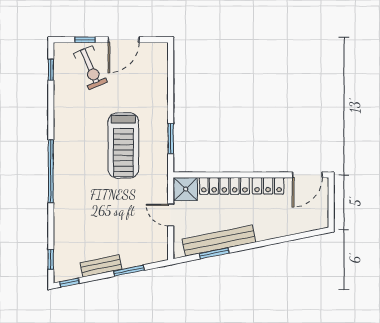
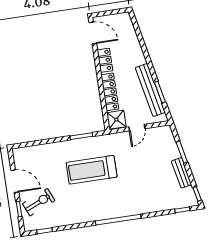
treadmill: (123, 145) -> (92, 170), turned 180

